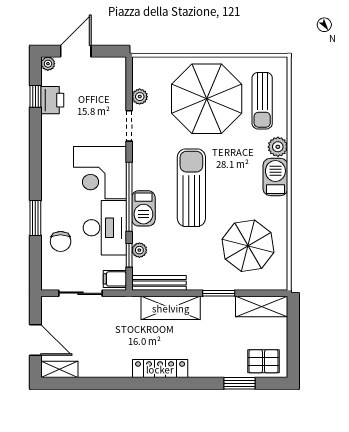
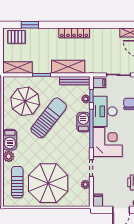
filing cabinet: (118, 68) -> (98, 200), added
sun lounger: (191, 188) -> (49, 118), moved, turned -142

